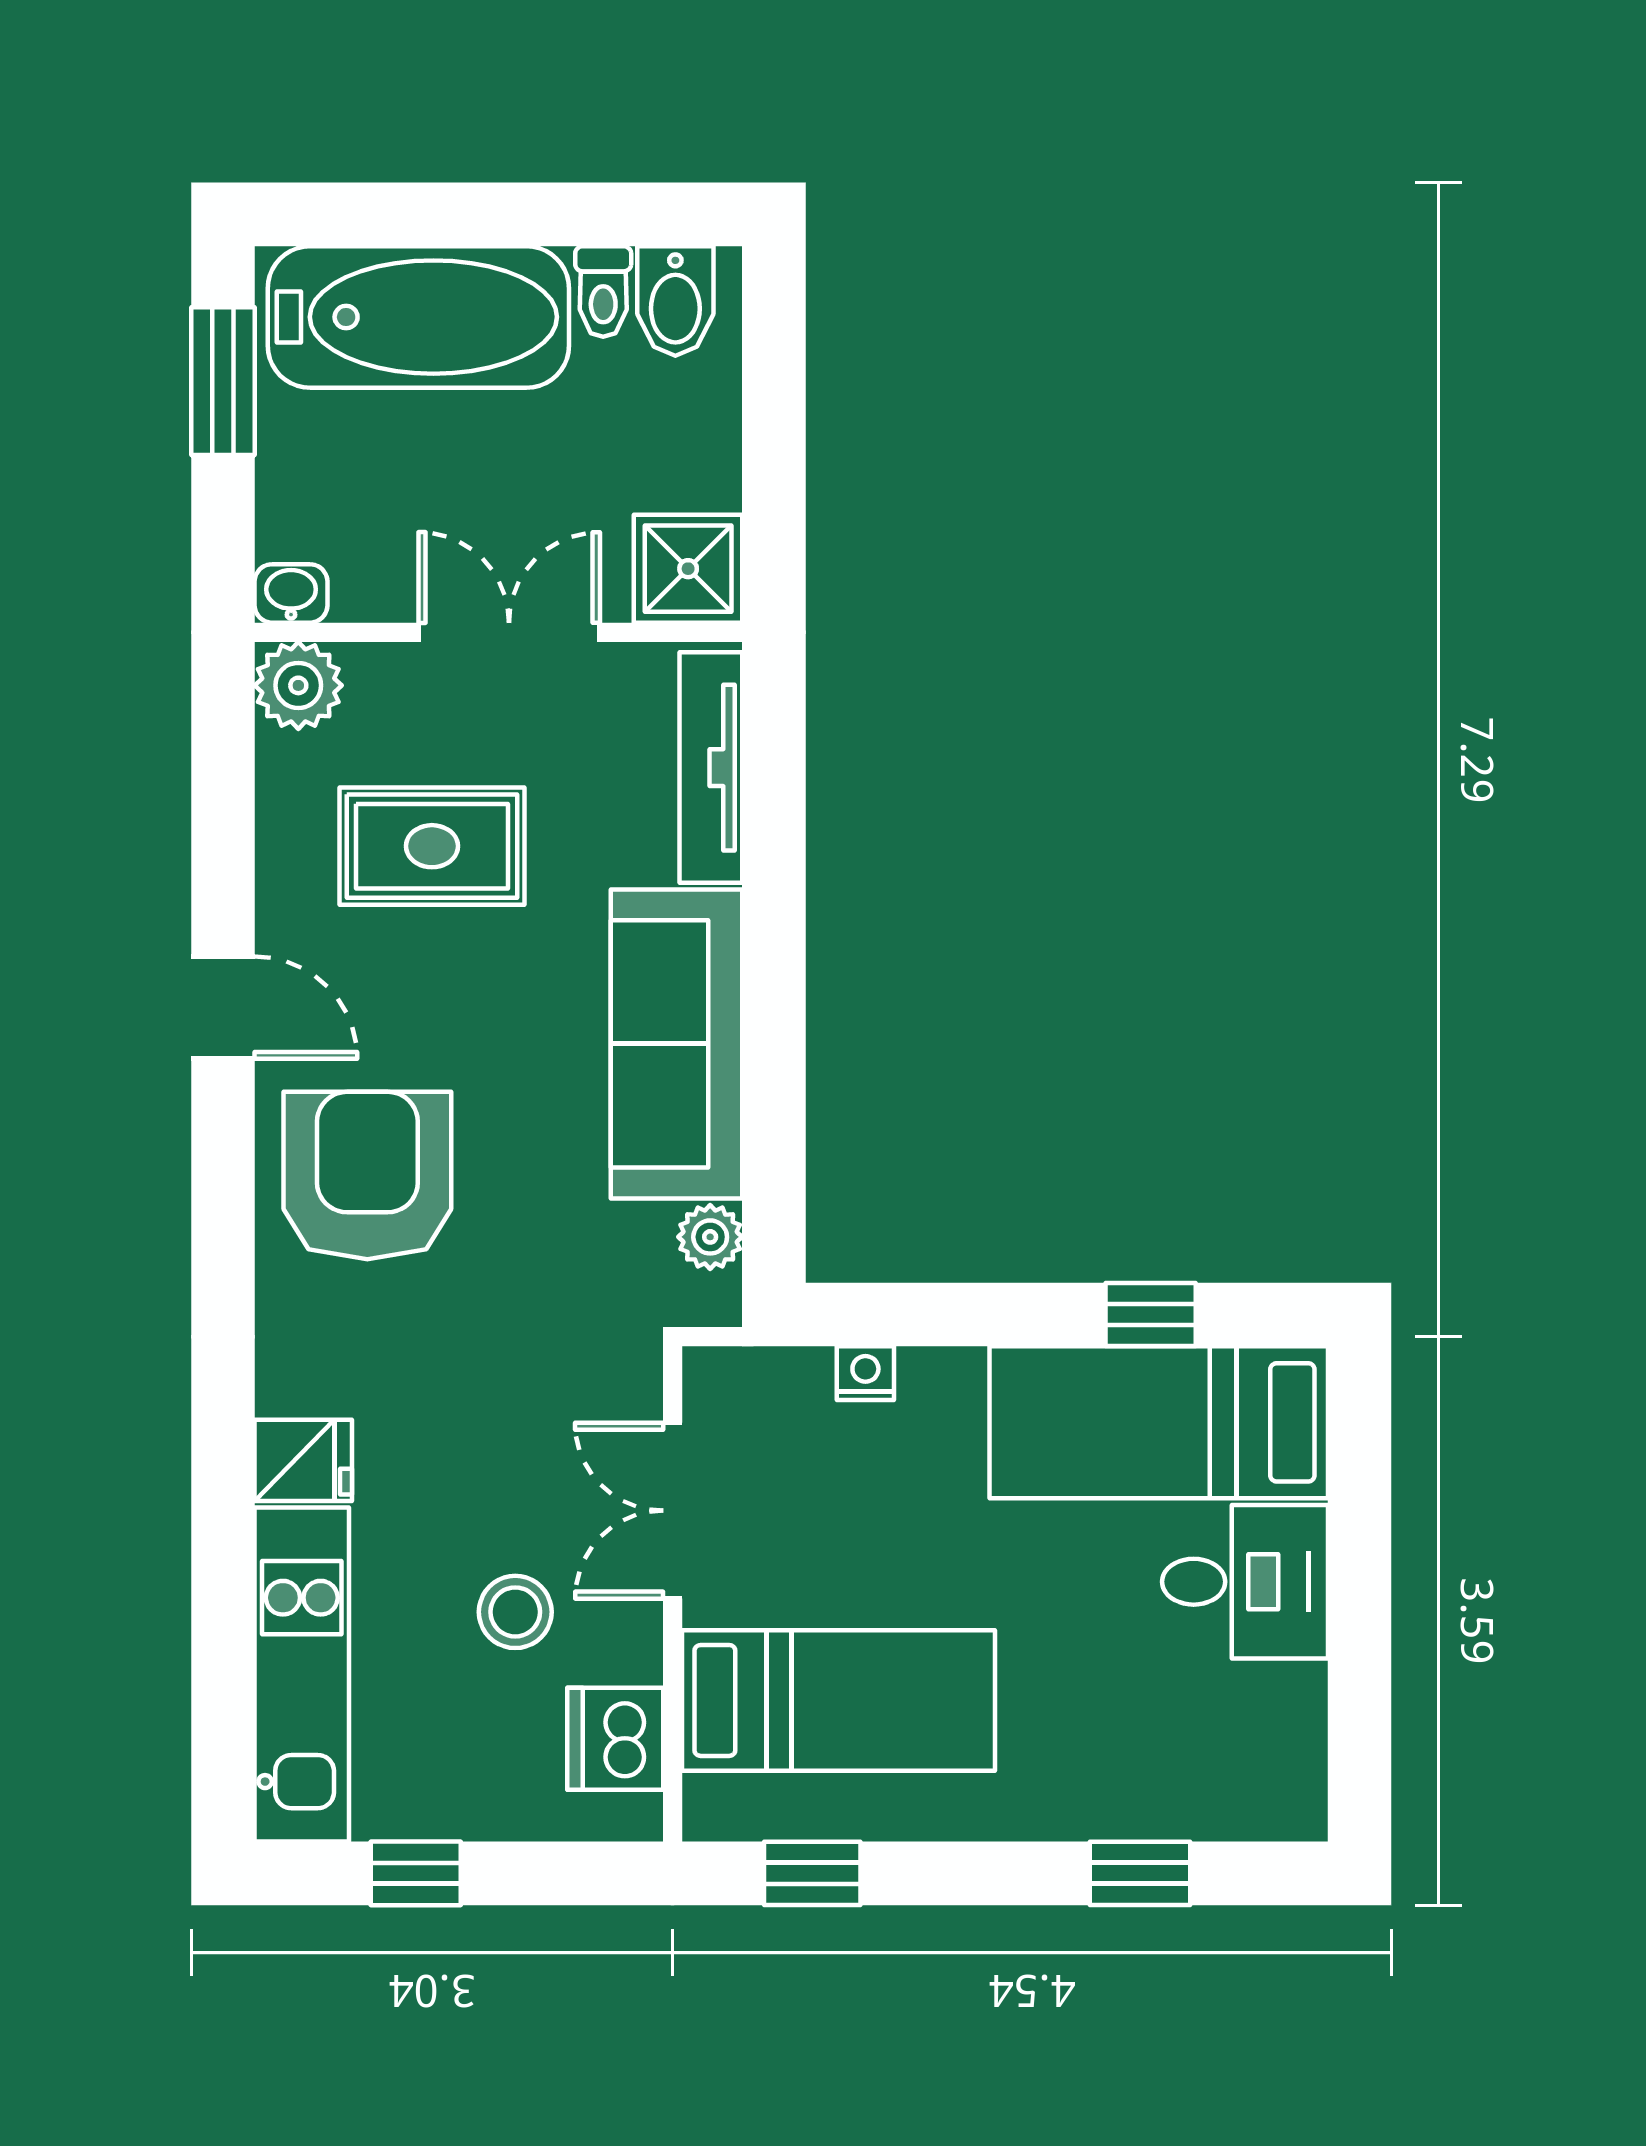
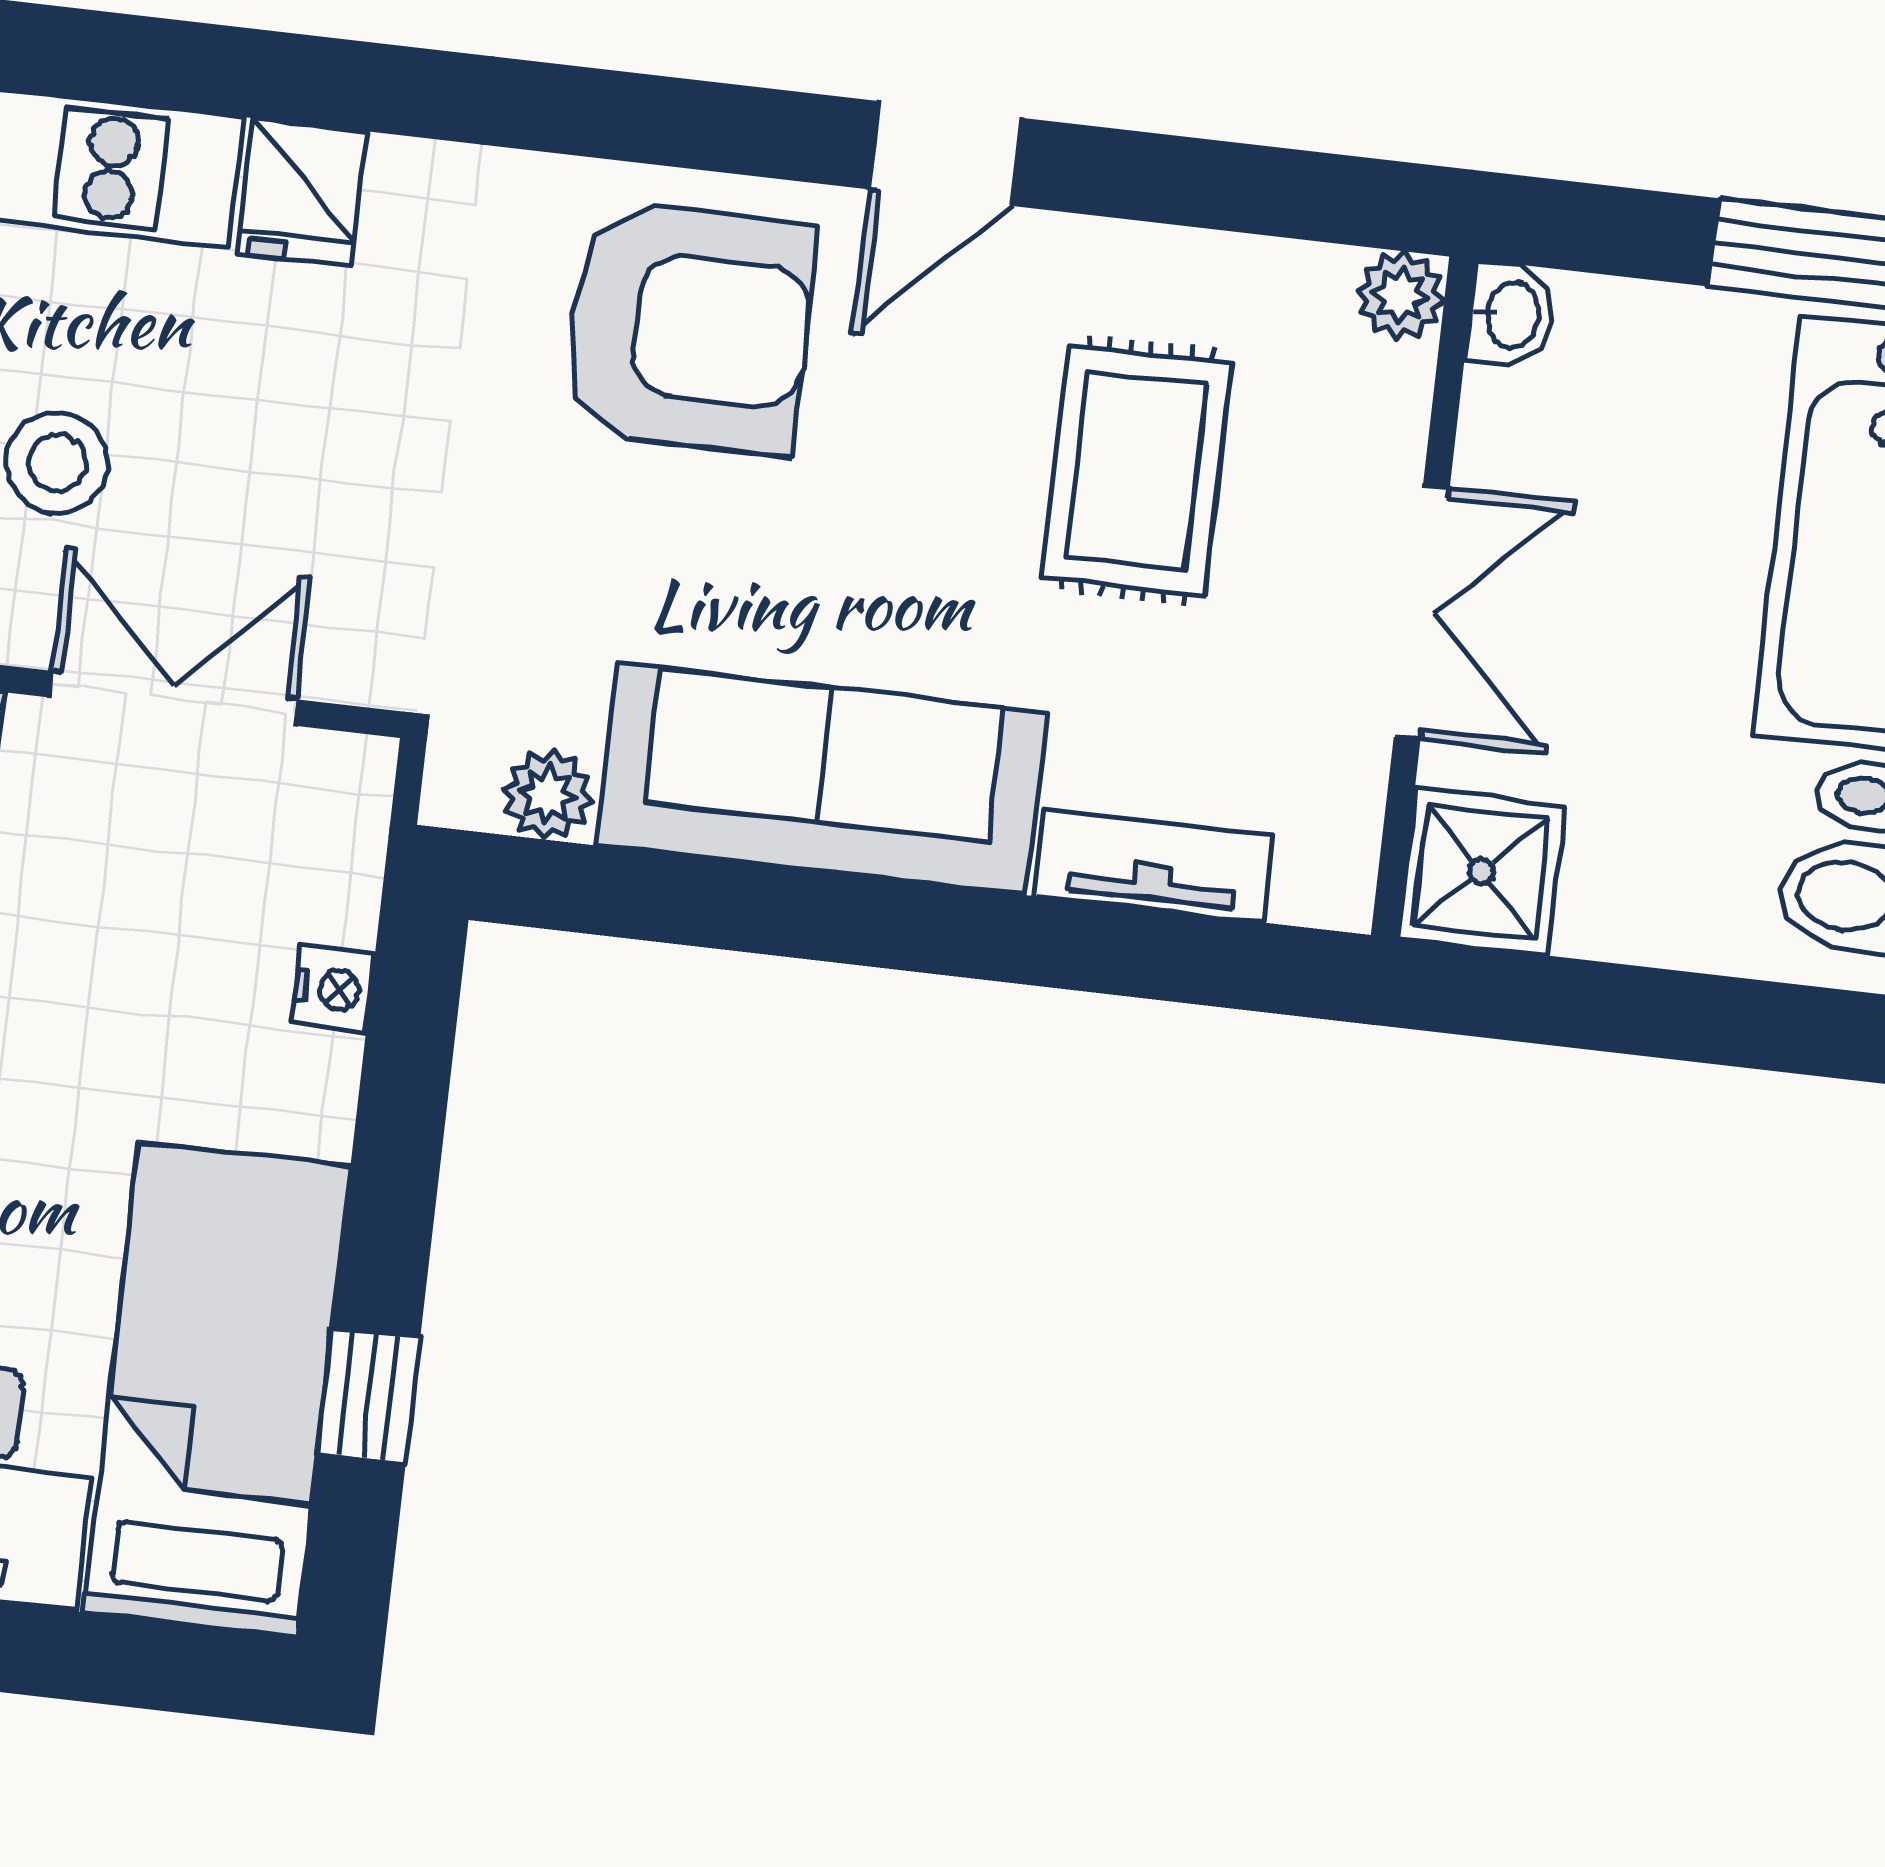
plant: (298, 685) -> (1400, 296), width x0.73, depth x0.73
tv unit: (711, 768) -> (1154, 866), width x0.71

